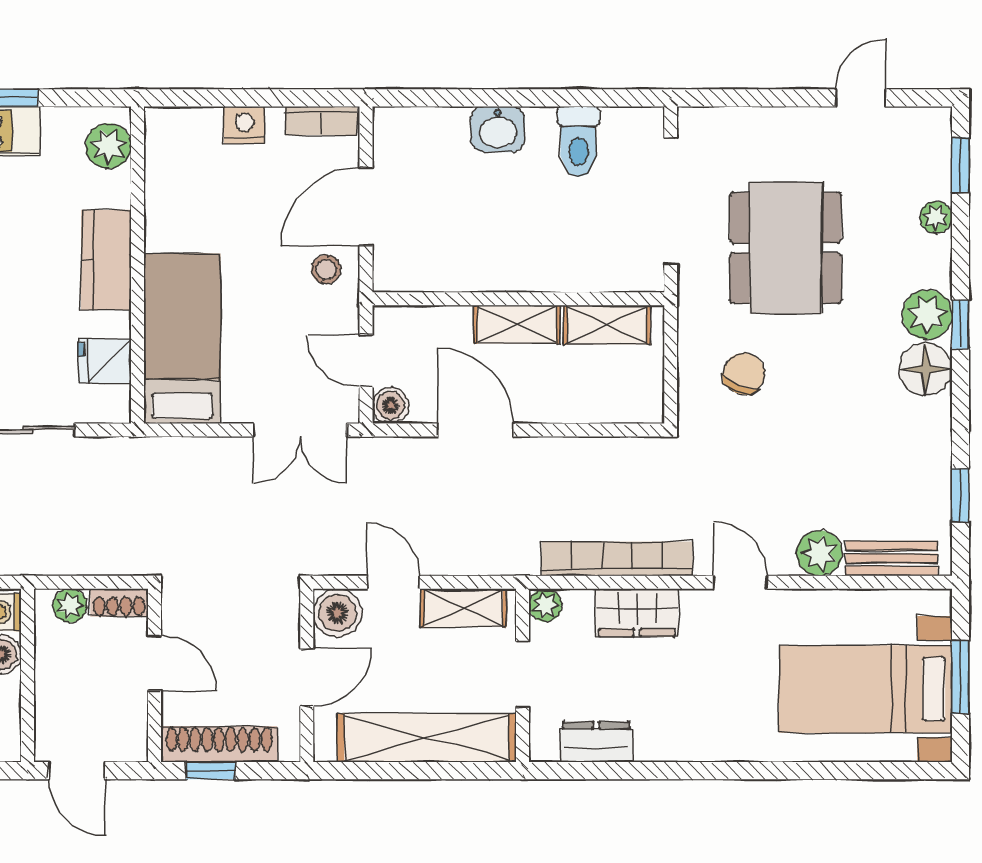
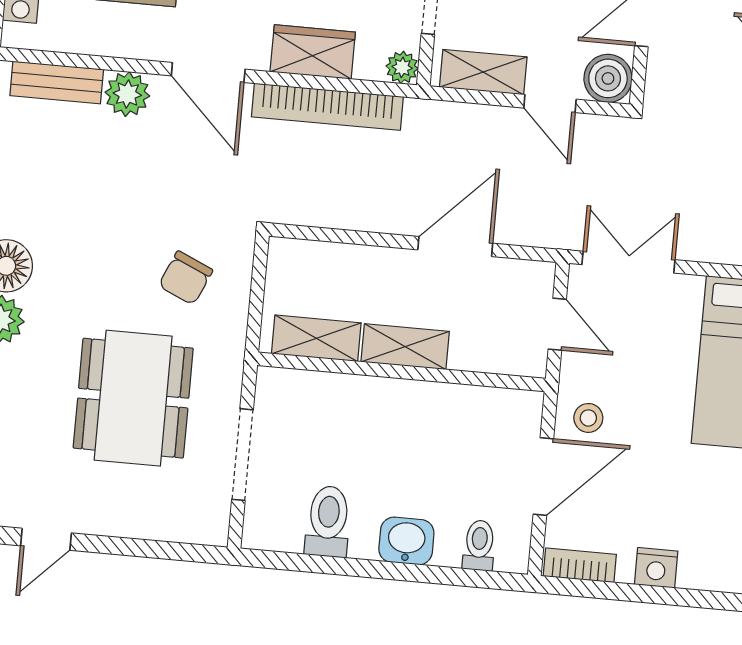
toilet: (424, 131) -> (479, 545), added
doorway: (671, 201) -> (242, 455), width x0.73
boiler: (391, 405) -> (537, 278), removed
door: (476, 430) -> (455, 246), swing flipped
door: (740, 582) -> (208, 73), width x1.38

